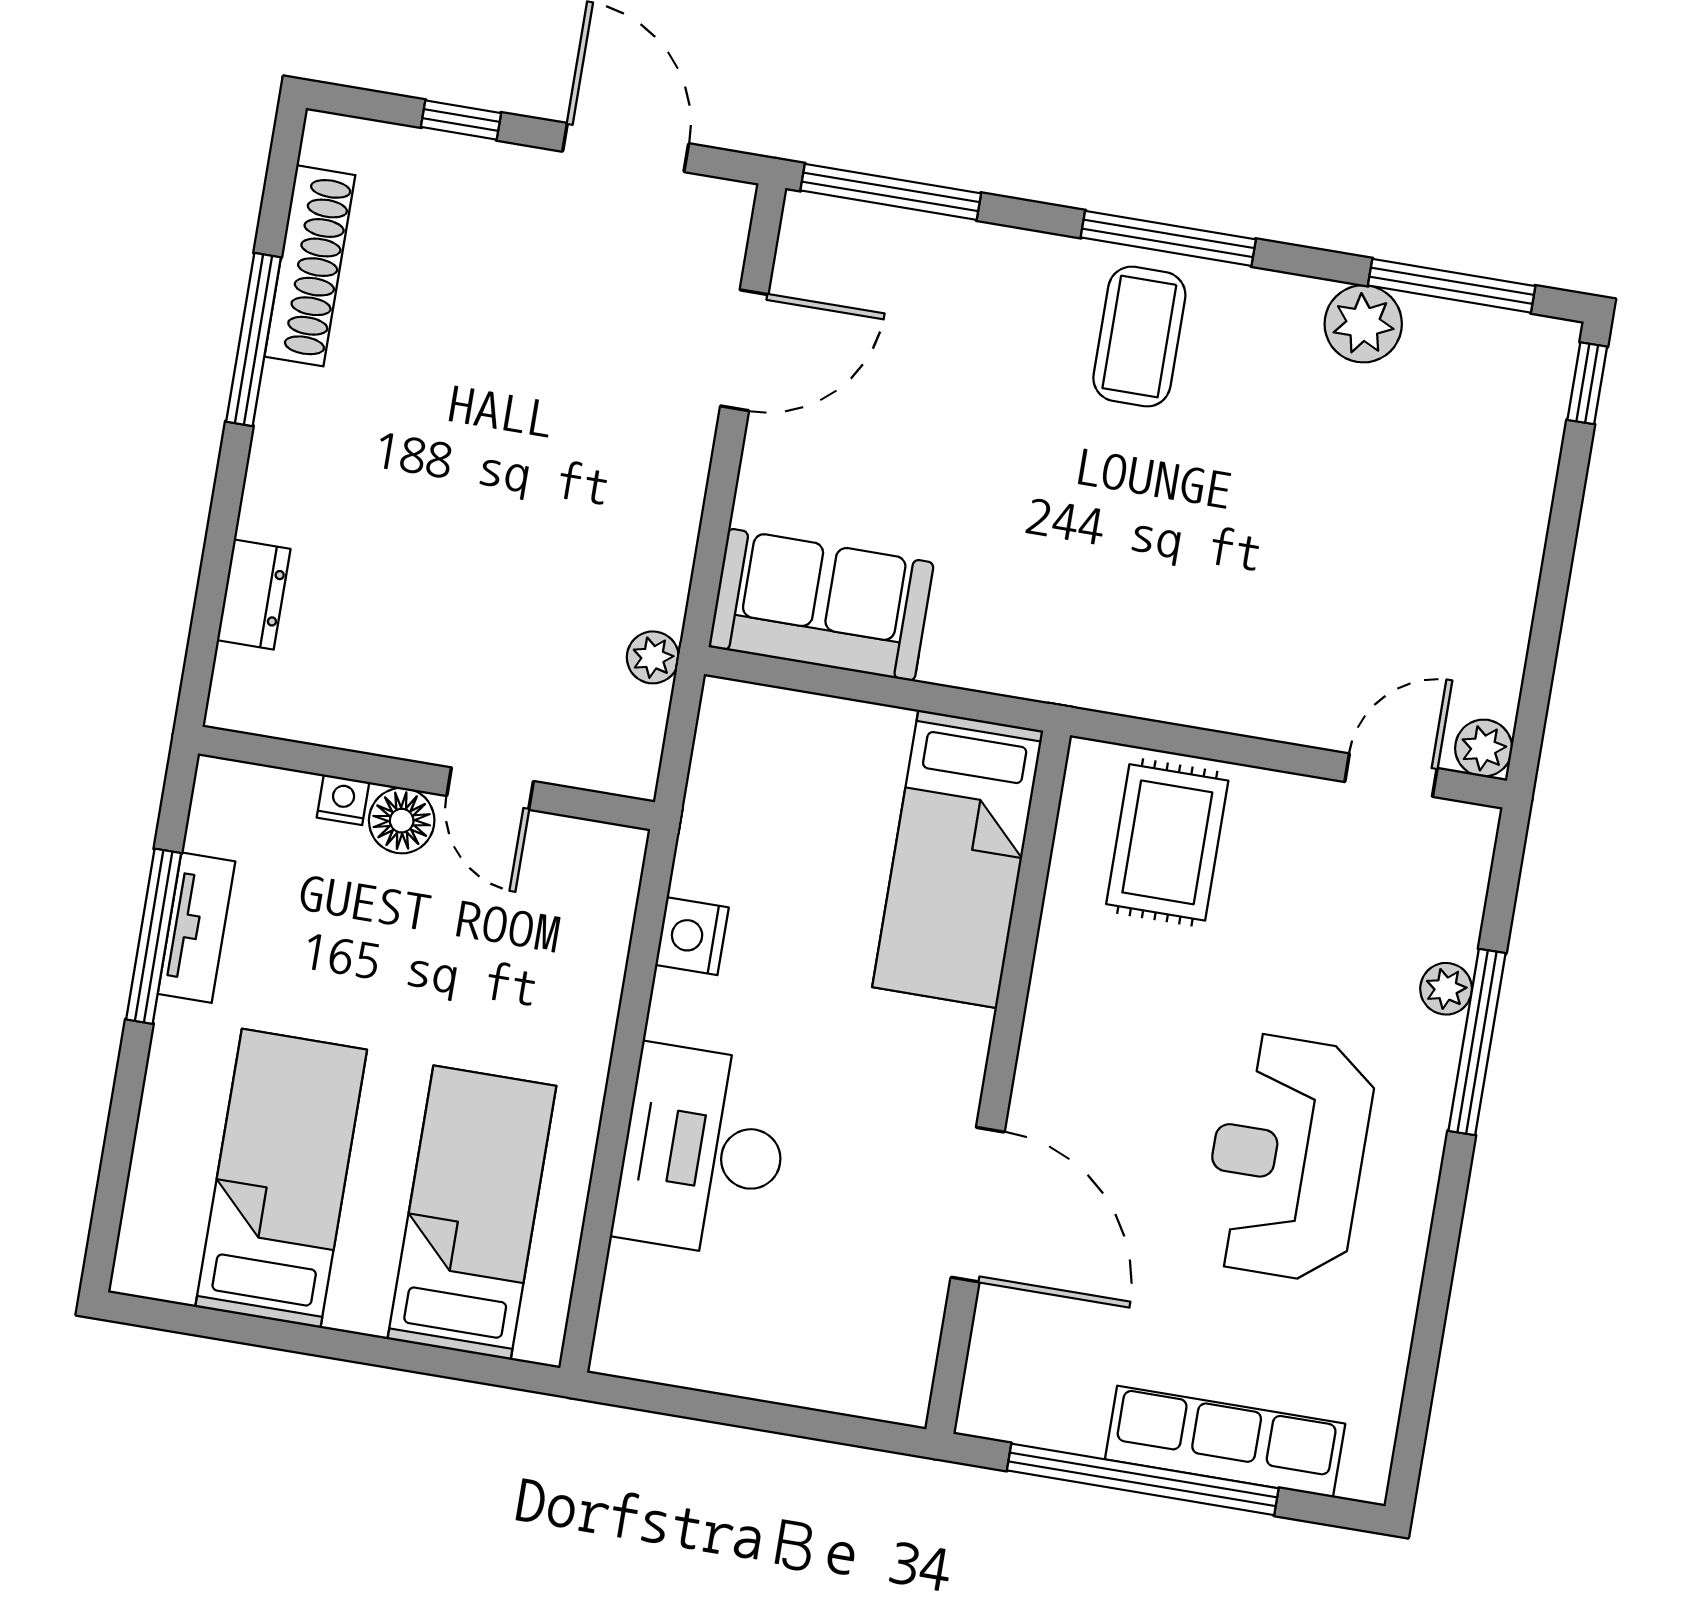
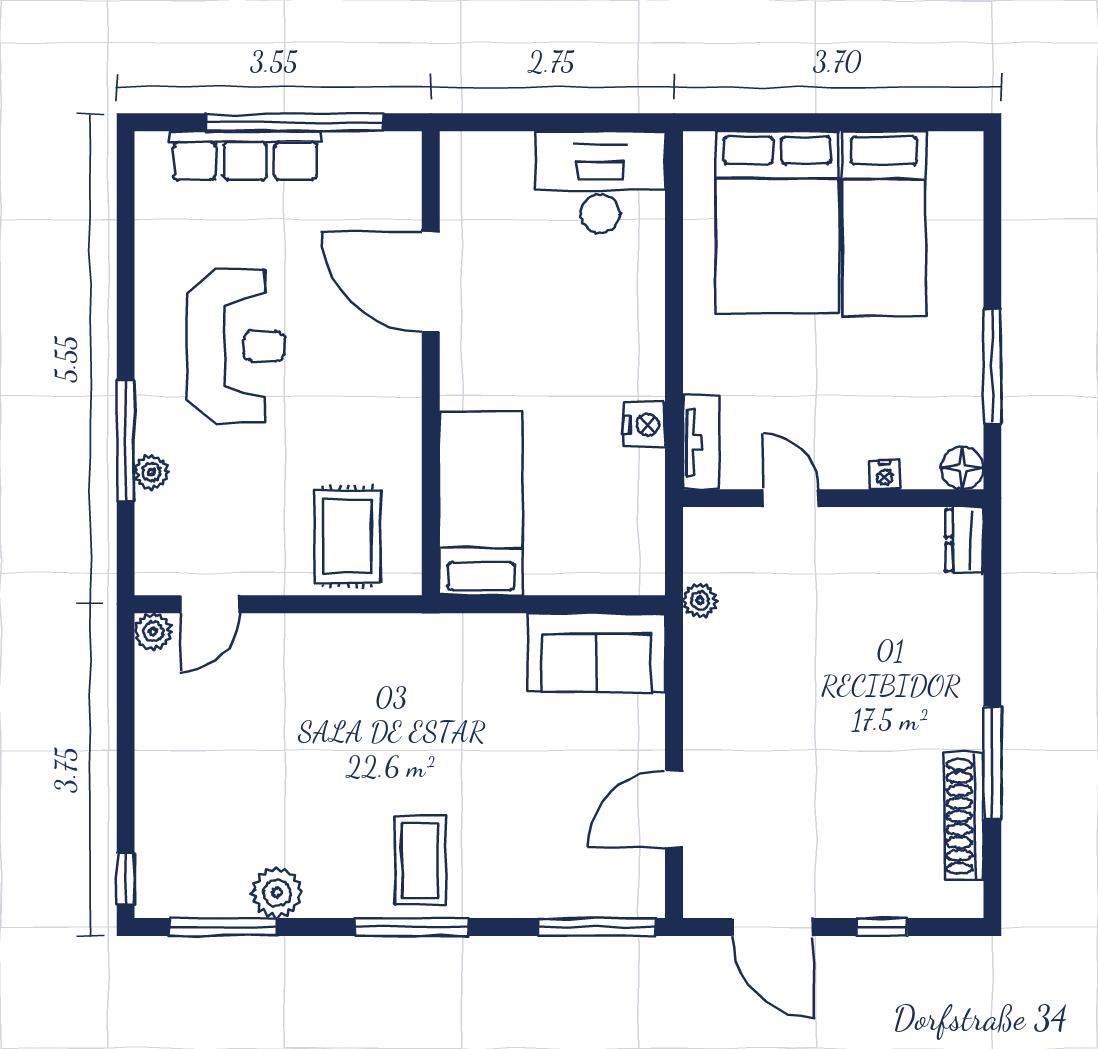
dresser: (254, 595) -> (965, 540), moved
floor lamp: (402, 821) -> (962, 468), moved
tv unit: (197, 928) -> (701, 442), moved, turned 180
desk: (703, 1151) -> (600, 182), moved, turned -90
bed: (472, 1213) -> (777, 222), width x1.50

